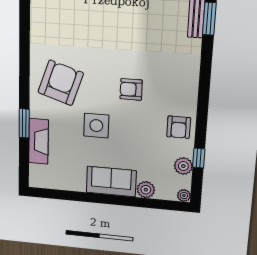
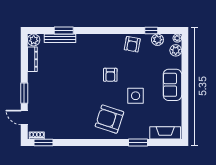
armchair: (179, 127) -> (132, 44), turned 100
fireplace: (39, 141) -> (165, 133), moved
plant: (146, 190) -> (176, 50), moved

